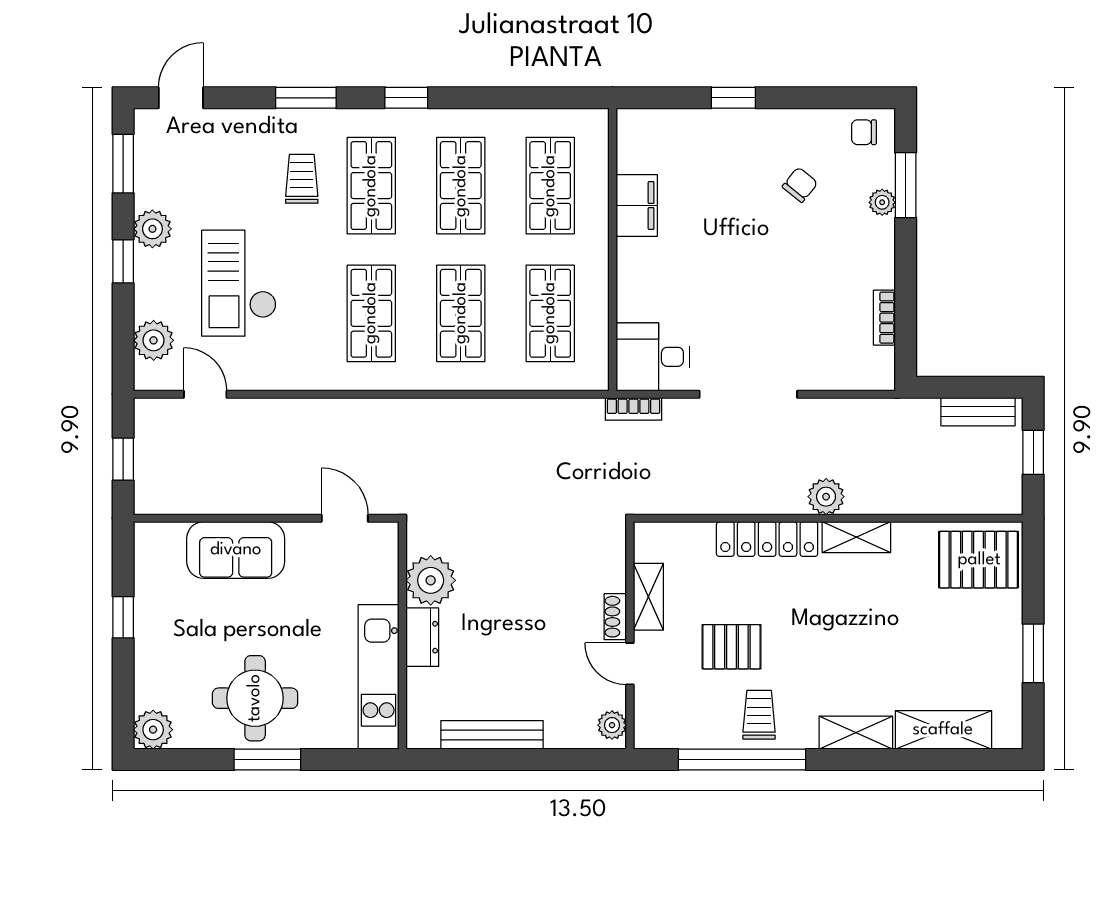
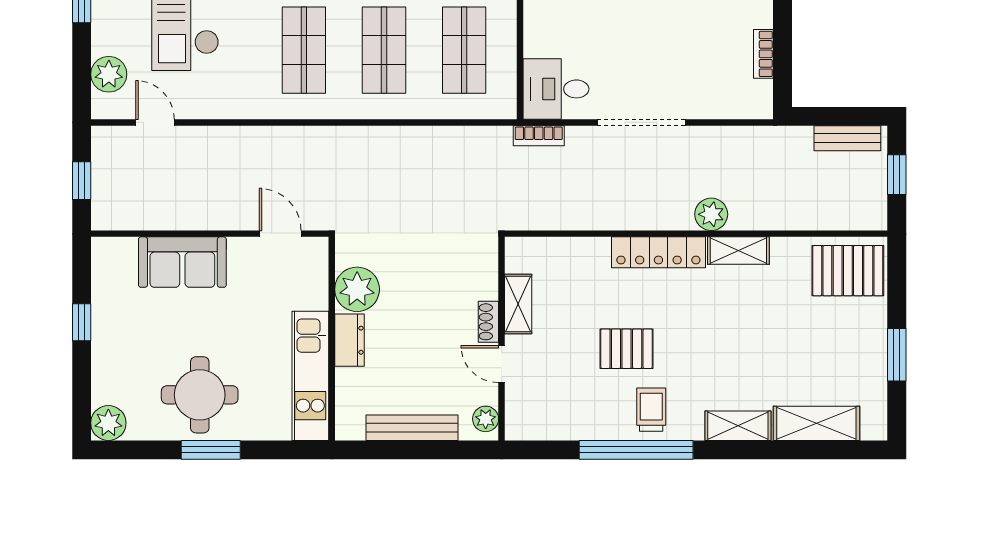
shelving: (648, 597) -> (518, 304), moved
shoe rack: (615, 617) -> (488, 322), moved
wall: (630, 635) -> (502, 339), moved
door: (630, 664) -> (502, 364), moved
plant: (612, 725) -> (486, 419), moved

